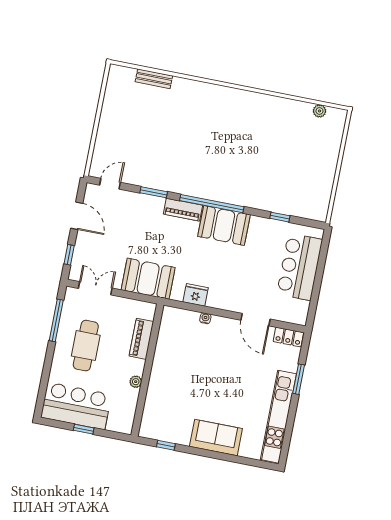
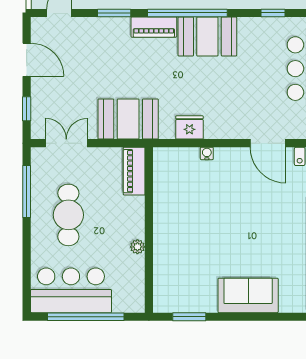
piano: (141, 339) -> (134, 171), moved
window: (84, 429) -> (86, 317), width x3.17
window: (166, 445) -> (189, 317), width x1.50

